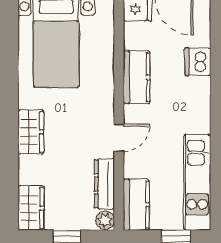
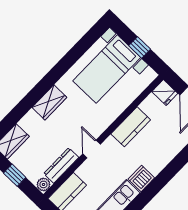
dishwasher: (198, 62) -> (141, 178), moved
door: (119, 138) -> (92, 149), swing flipped

